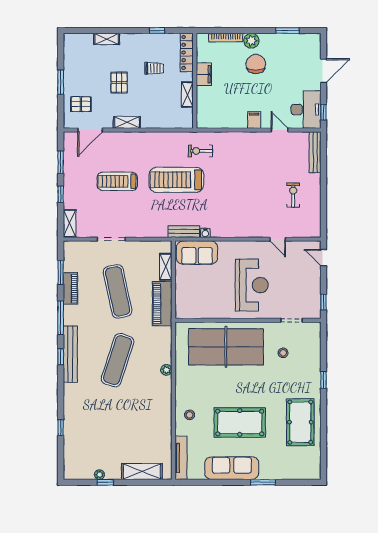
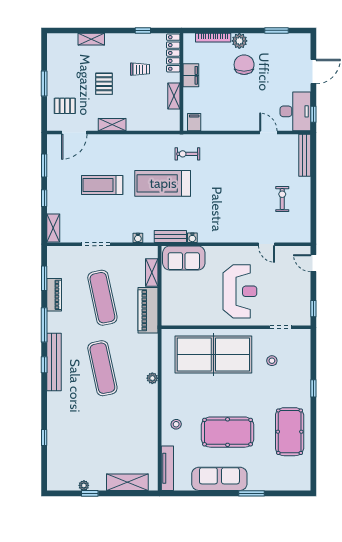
filing cabinet: (254, 120) -> (194, 122), moved
water cooler: (152, 233) -> (138, 238), added
exercise mat: (118, 360) -> (102, 368), turned -30

